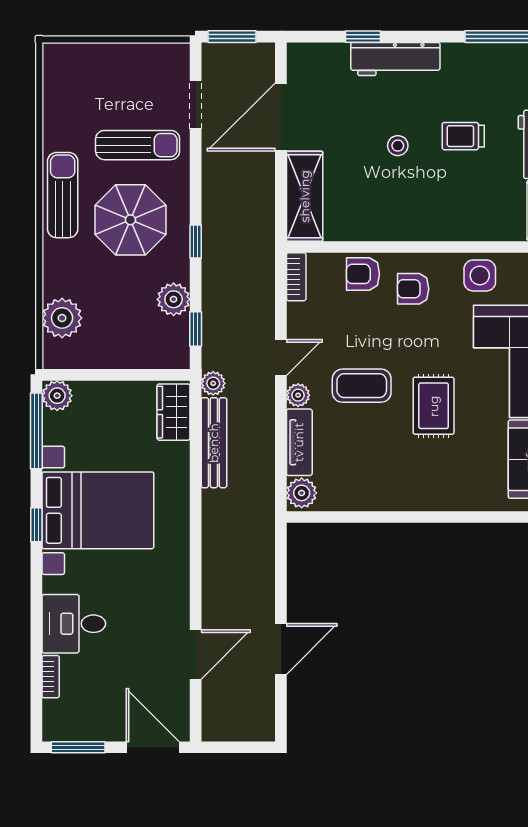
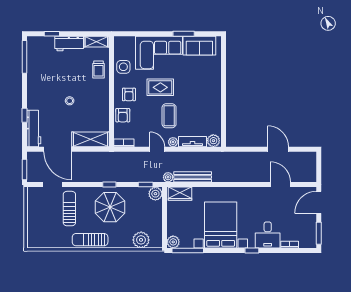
workbench: (395, 59) -> (34, 128), moved
trolley: (463, 136) -> (99, 69), moved
parasol: (130, 220) -> (110, 207), moved
plant: (174, 299) -> (155, 194), moved
rug: (434, 406) -> (160, 87), moved
window: (36, 525) -> (252, 251), moved

